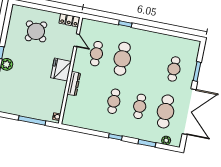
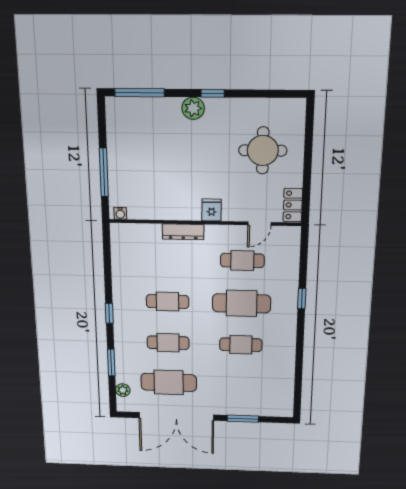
round table: (36, 31) -> (263, 150), turned -38
cafe table: (174, 69) -> (241, 345), moved
fridge: (61, 70) -> (212, 210), width x0.53, depth x0.75

